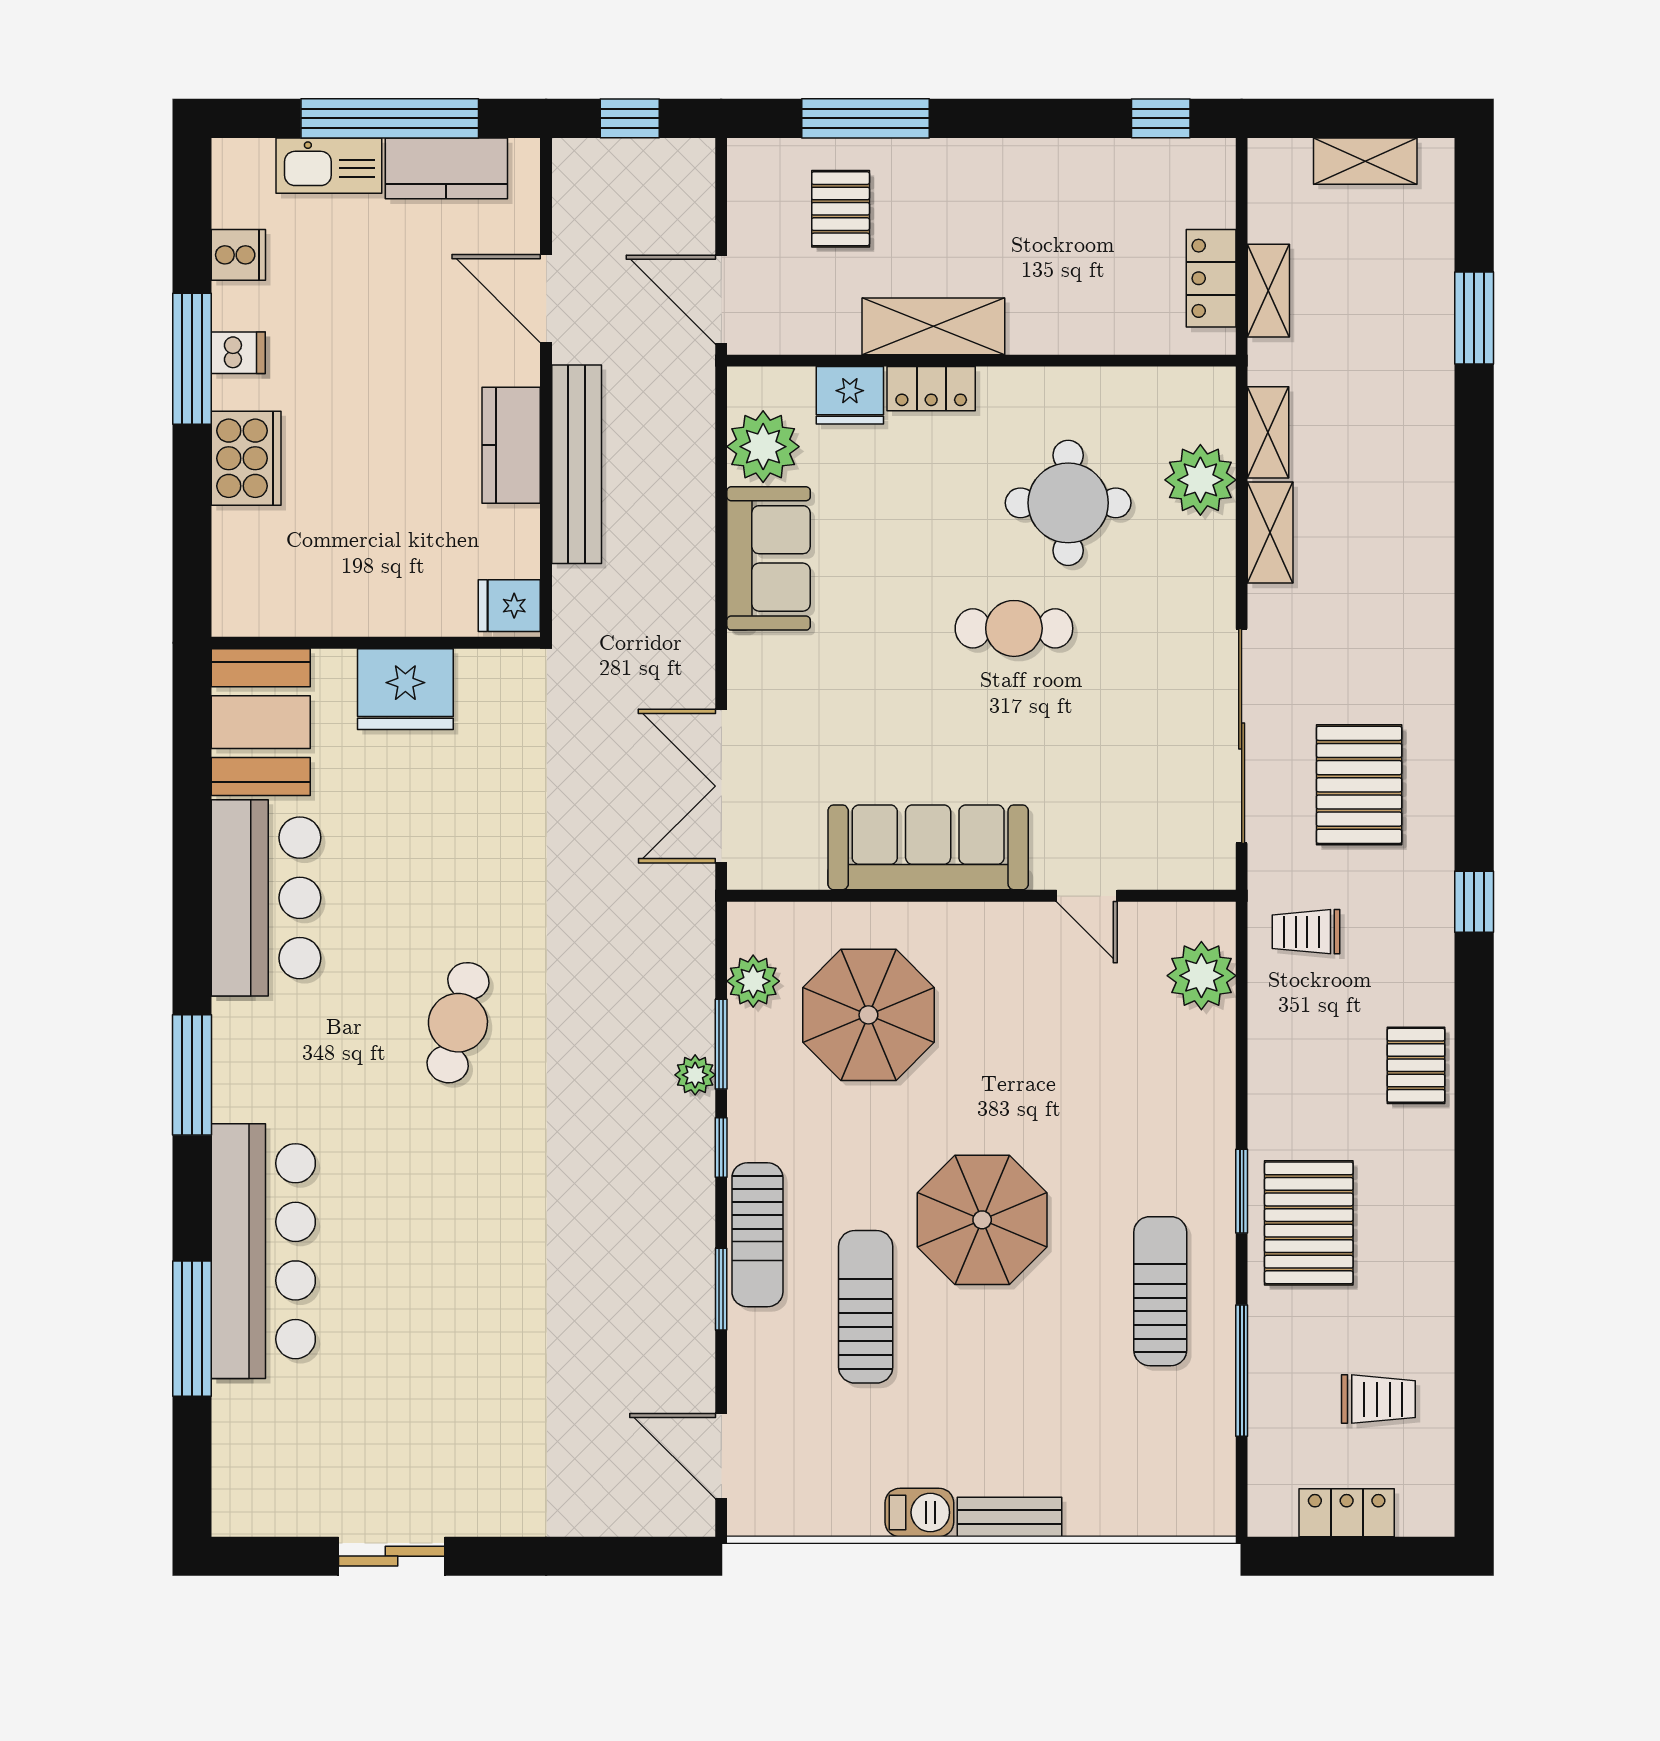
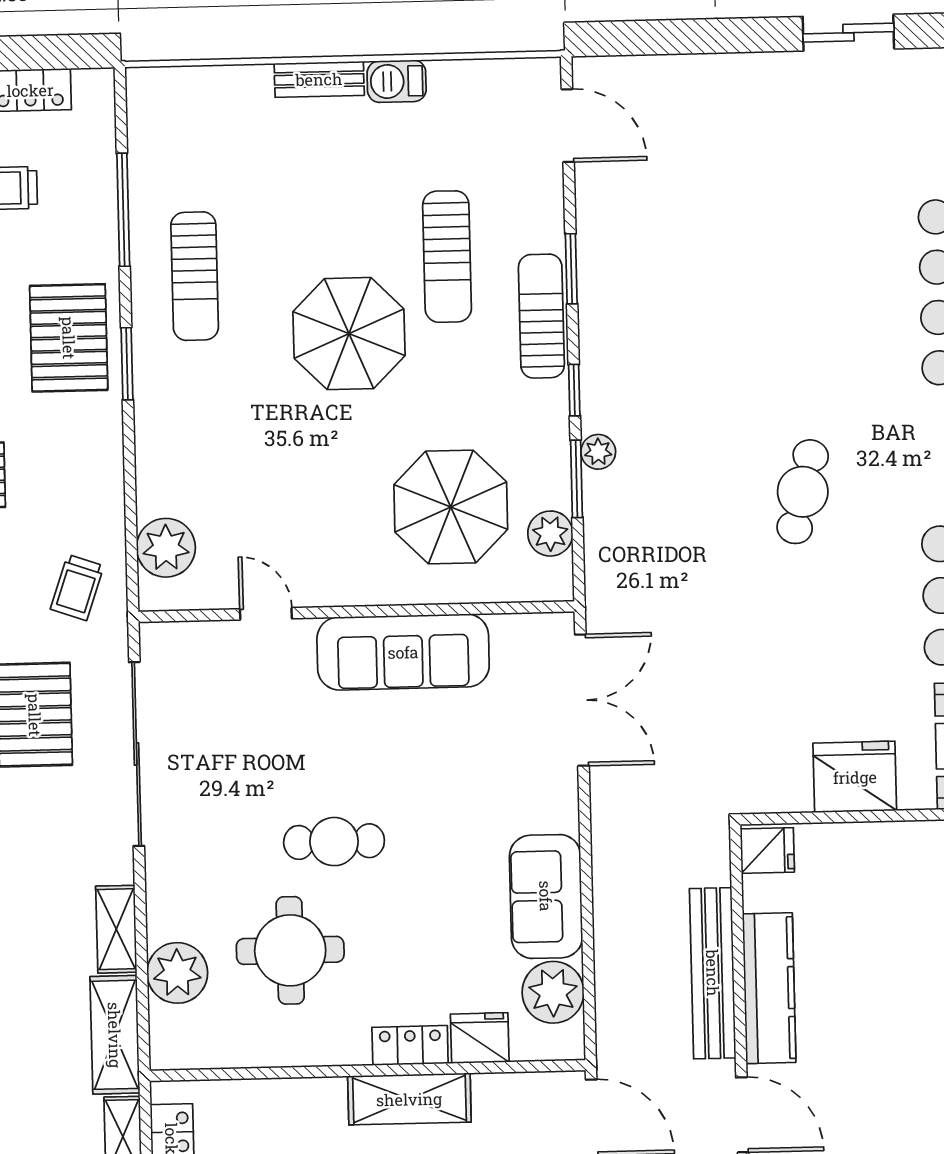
shelving: (1268, 432) -> (115, 1035), width x1.50, depth x1.33
kitchen counter: (511, 445) -> (769, 988), width x1.50
trolley: (1306, 932) -> (77, 588), turned 109

